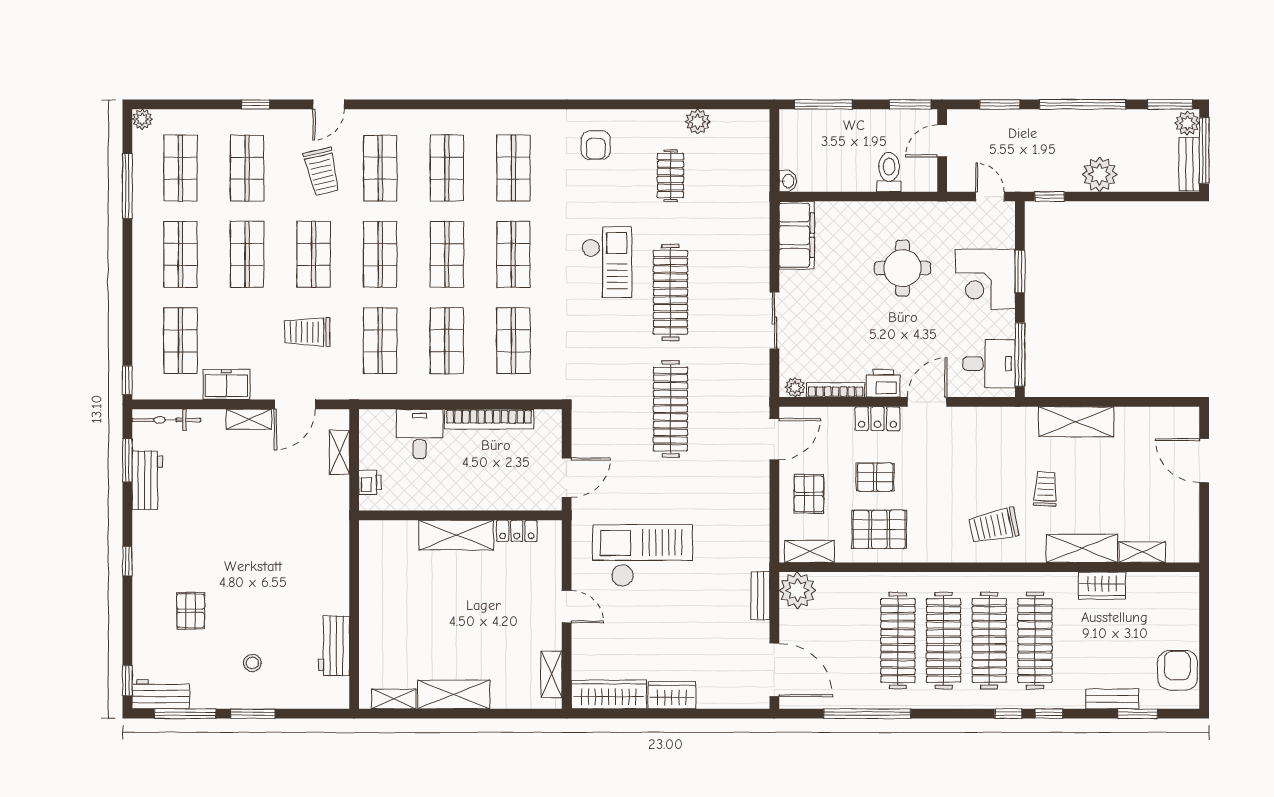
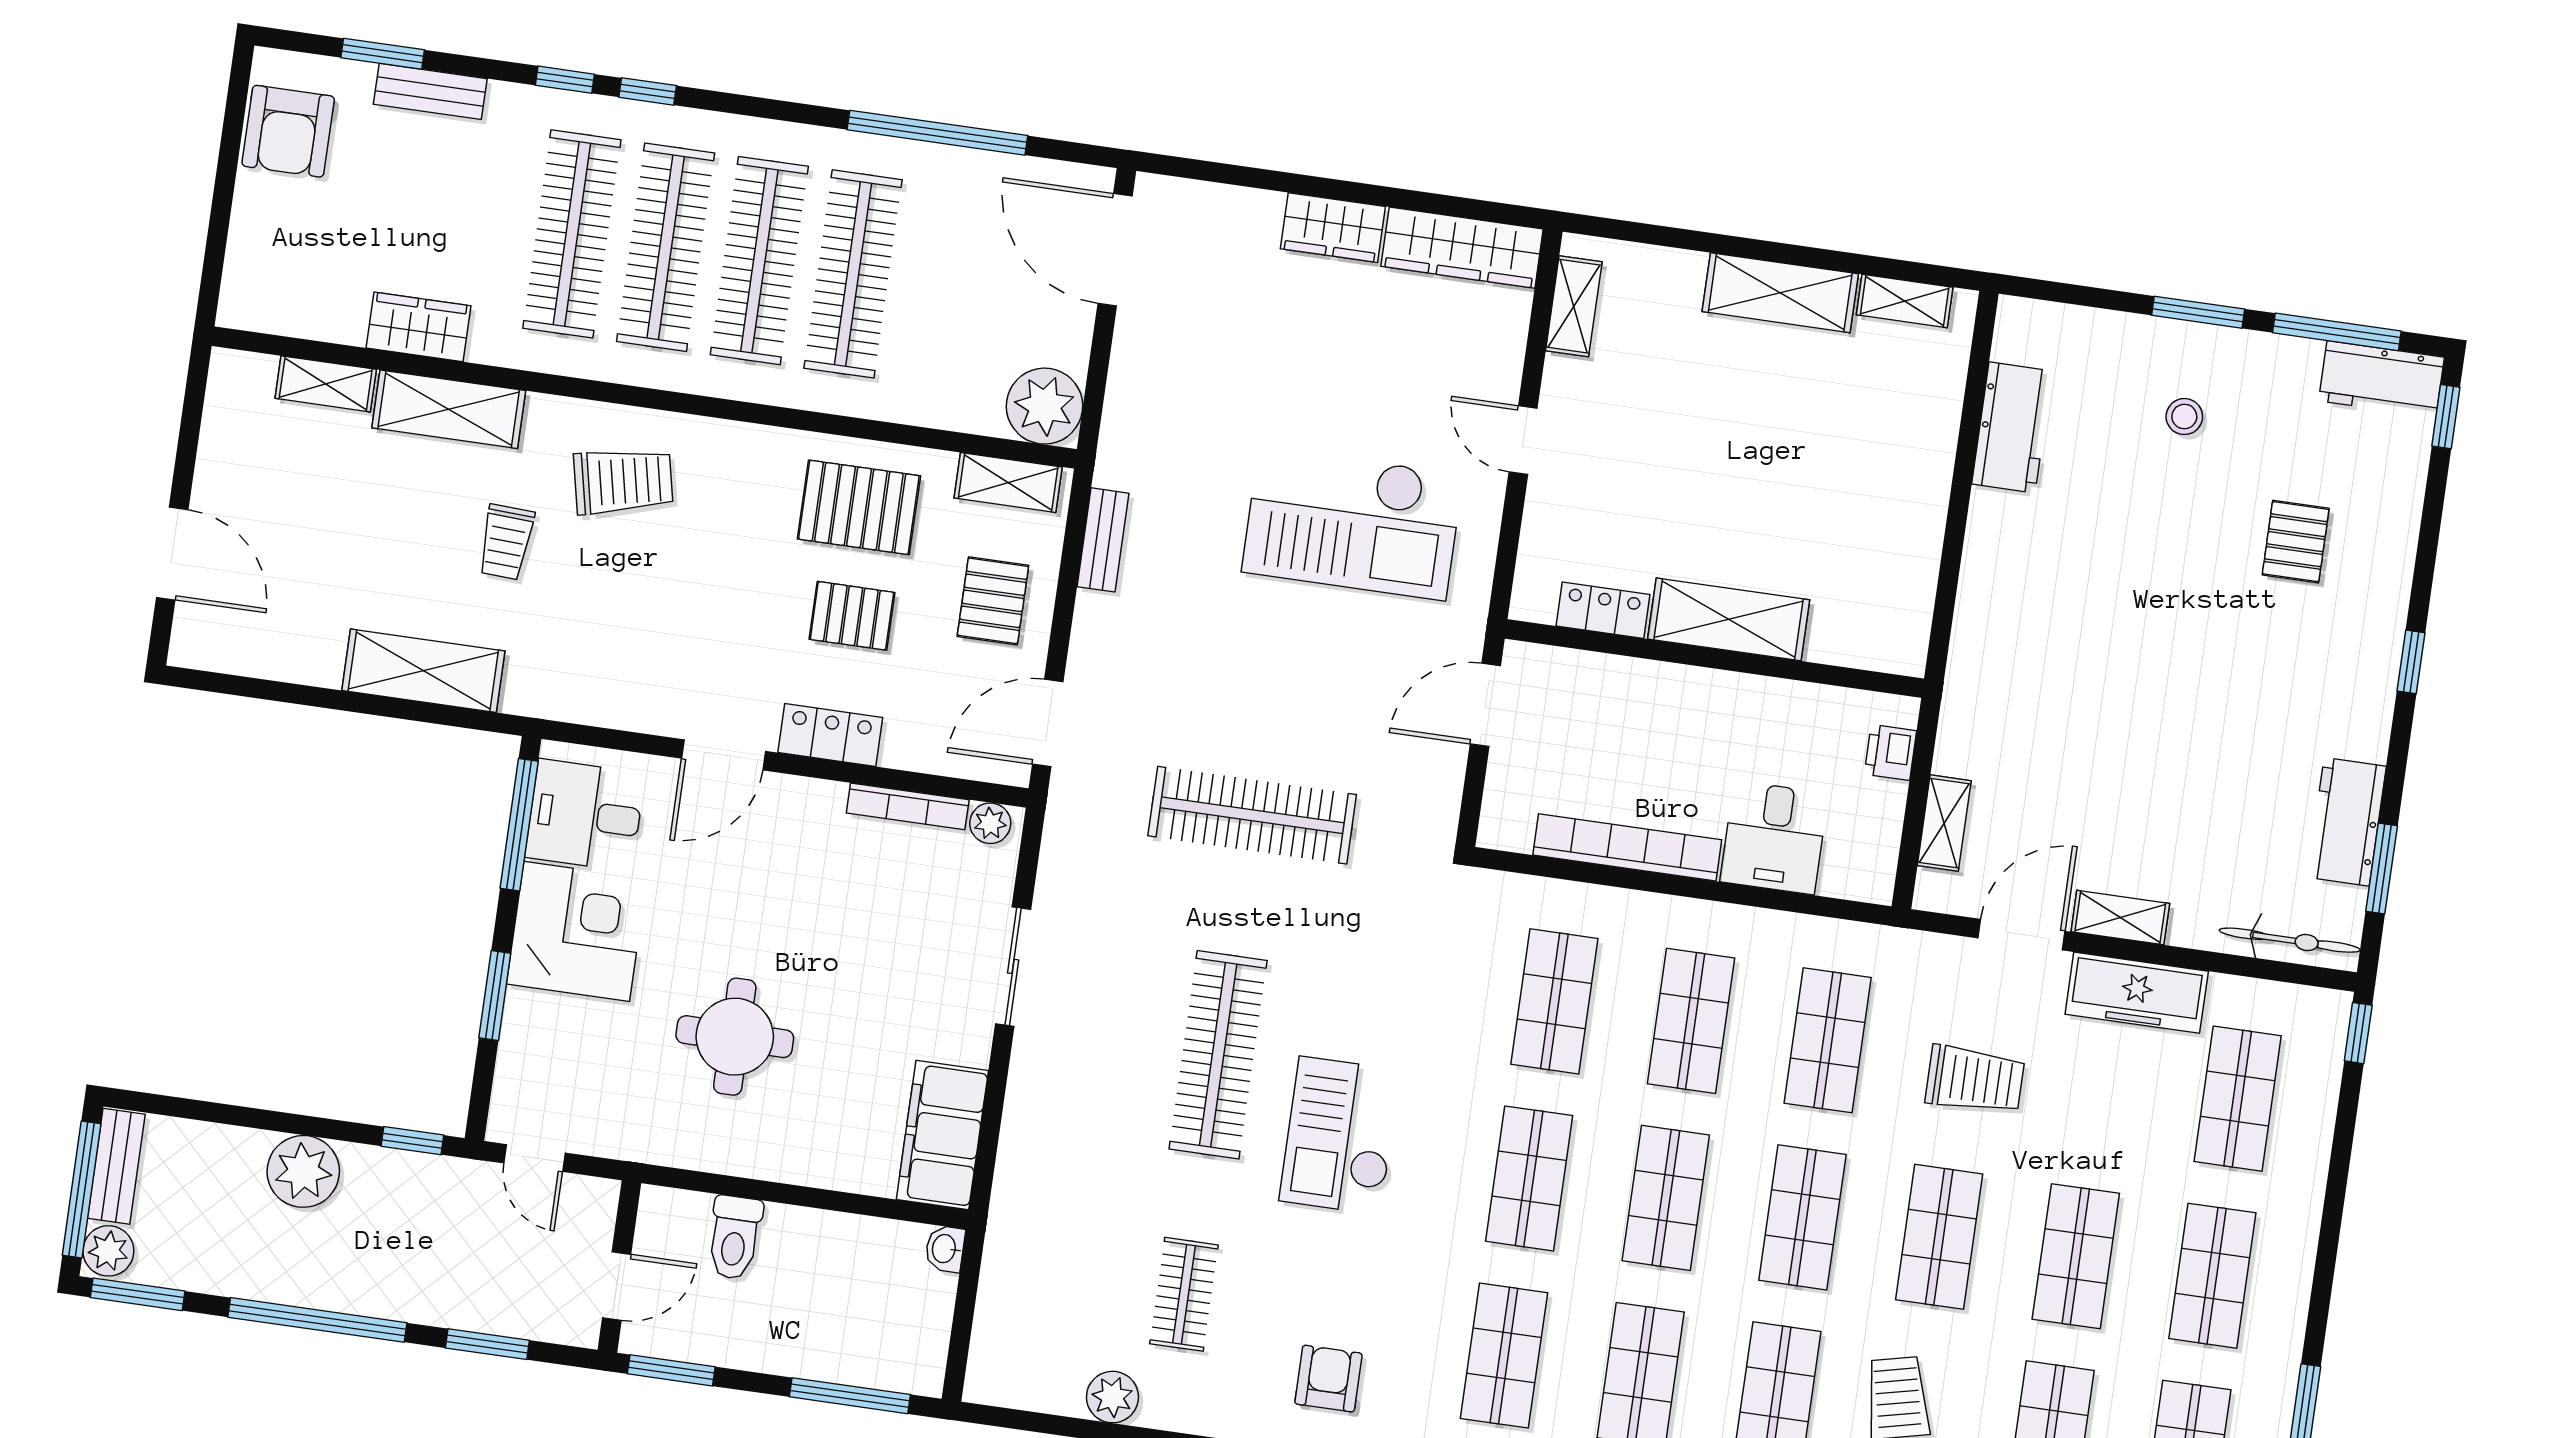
corner desk: (985, 279) -> (577, 931), moved
printer: (883, 383) -> (808, 806), removed
freezer: (227, 384) -> (2137, 993), width x1.40
clothes rail: (670, 409) -> (1252, 815), turned 90
bench: (760, 596) -> (1103, 540), moved

